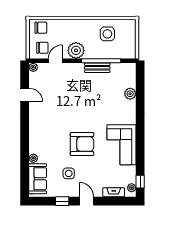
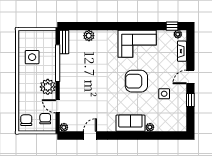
bench: (97, 68) -> (64, 42), moved
armchair: (82, 144) -> (136, 81), turned -90
sofa: (38, 179) -> (130, 123), moved

